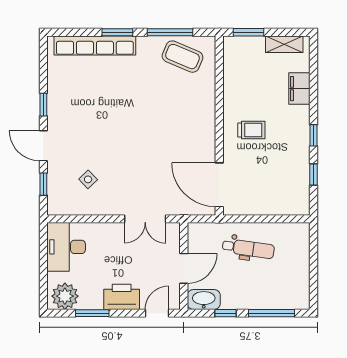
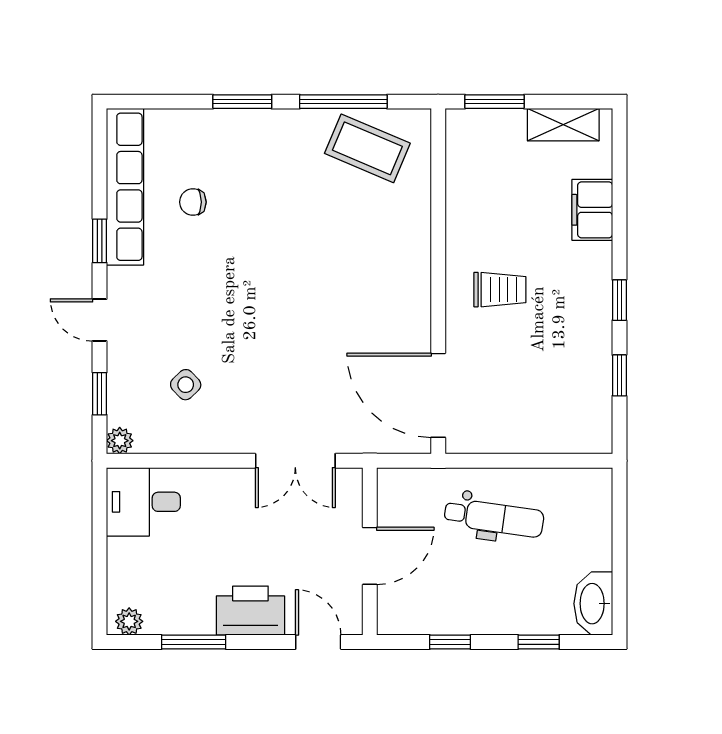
row of seats: (95, 45) -> (125, 187), moved, turned -90
chair: (92, 84) -> (193, 202), added
door: (43, 146) -> (100, 320), width x0.73
plant: (54, 208) -> (120, 441), added
desk: (66, 247) -> (143, 502), width x0.73
plant: (65, 296) -> (129, 621), width x0.53, depth x0.53
washbasin: (204, 299) -> (593, 604), moved, turned -90
door: (157, 313) -> (318, 642), hinge flipped
window: (272, 313) -> (539, 642), width x0.46

